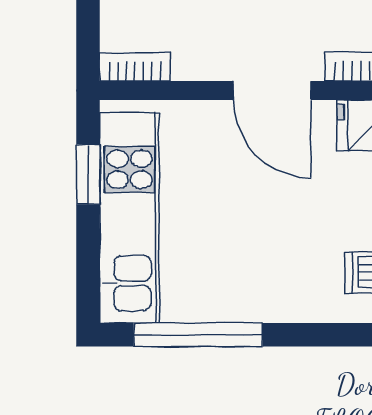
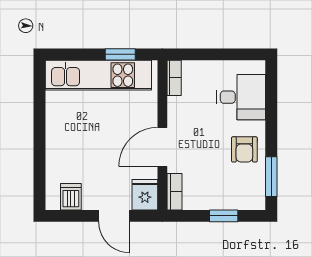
window: (198, 335) -> (40, 110), removed

